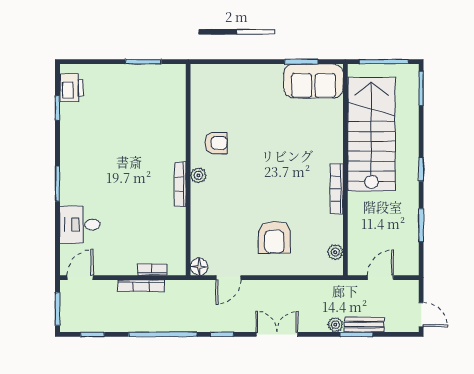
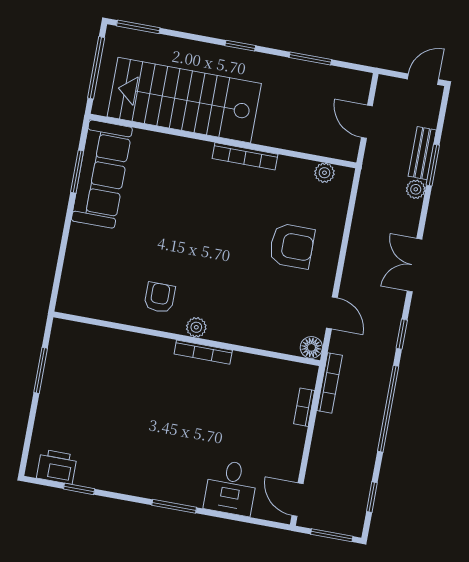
sofa: (313, 81) -> (102, 174), width x1.36
bookcase: (141, 286) -> (330, 383), moved

